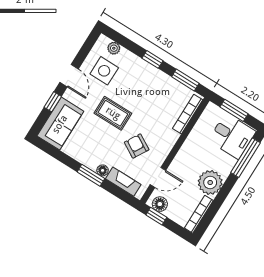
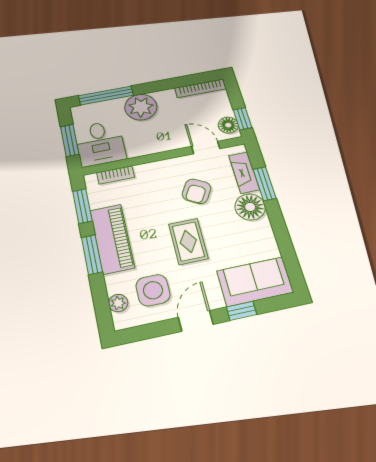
window: (152, 59) -> (92, 255), width x1.50
piano: (152, 77) -> (112, 239), added
bookcase: (188, 114) -> (116, 175), width x0.64
desk: (232, 136) -> (100, 143), moved, turned 180
floor lamp: (103, 170) -> (250, 207), width x1.89, depth x1.89
window: (91, 175) -> (264, 184), moved
plant: (210, 182) -> (141, 107), moved

